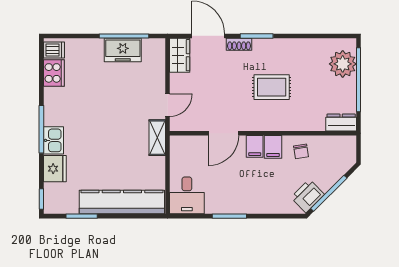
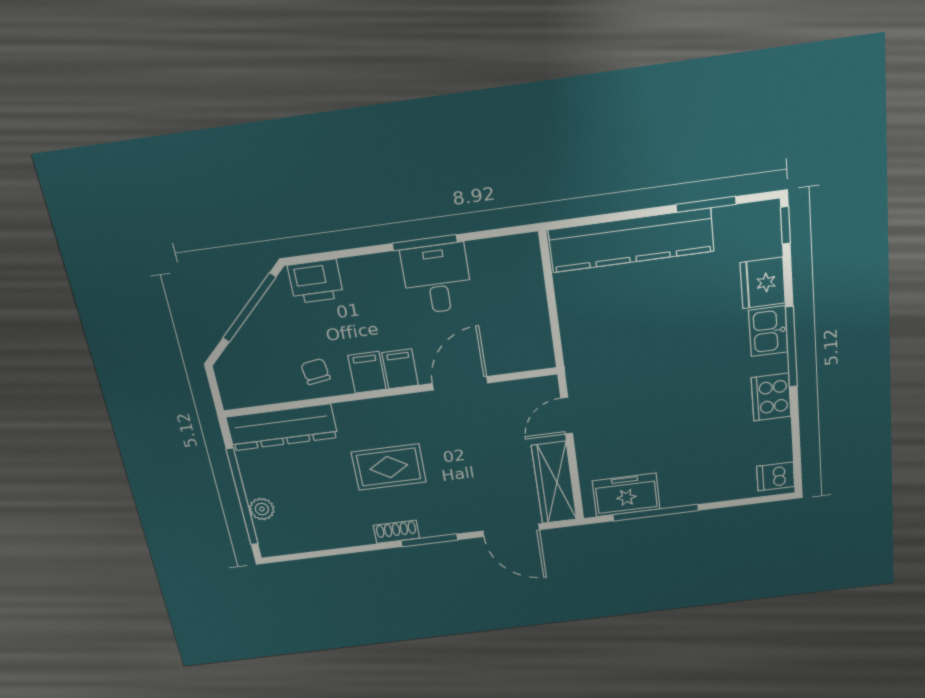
shoe rack: (239, 44) -> (396, 532), moved
freezer: (123, 50) -> (626, 495), moved
wardrobe: (180, 55) -> (554, 483), width x1.50
plant: (343, 64) -> (262, 509), width x0.53, depth x0.53
cooker: (54, 73) -> (771, 397), moved
dresser: (341, 122) -> (282, 427), width x1.96, depth x1.24
shelving: (157, 138) -> (578, 361), removed
desk: (187, 195) -> (437, 279), moved
printer: (308, 196) -> (316, 281), moved, turned 45

